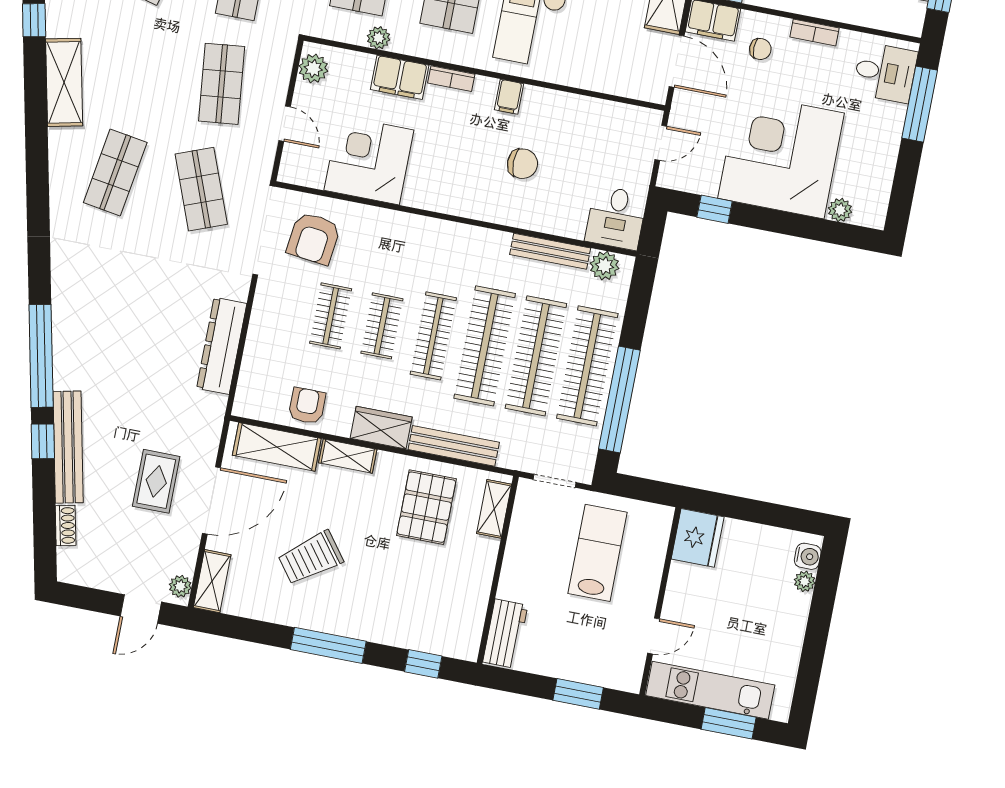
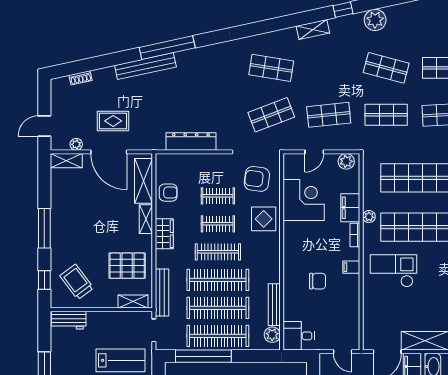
plant: (379, 38) -> (369, 217), moved
shelving: (64, 82) -> (313, 30), width x0.67, depth x0.75
chair: (522, 164) -> (318, 281), turned -90
display table: (389, 240) -> (264, 219), added
window: (43, 441) -> (123, 57), removed
bench: (454, 446) -> (162, 293), moved
bench: (68, 447) -> (145, 66), moved
trolley: (311, 558) -> (77, 282), moved
plant: (180, 586) -> (76, 144), moved
door: (141, 609) -> (44, 126), hinge flipped

